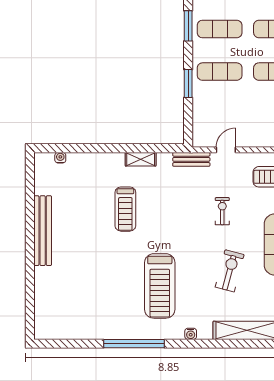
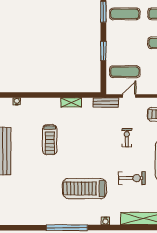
exercise mat: (220, 72) -> (125, 72), moved
treadmill: (125, 209) -> (50, 140), moved
exercise bike: (230, 271) -> (132, 178), turned 75
treadmill: (160, 286) -> (84, 188), turned 90

